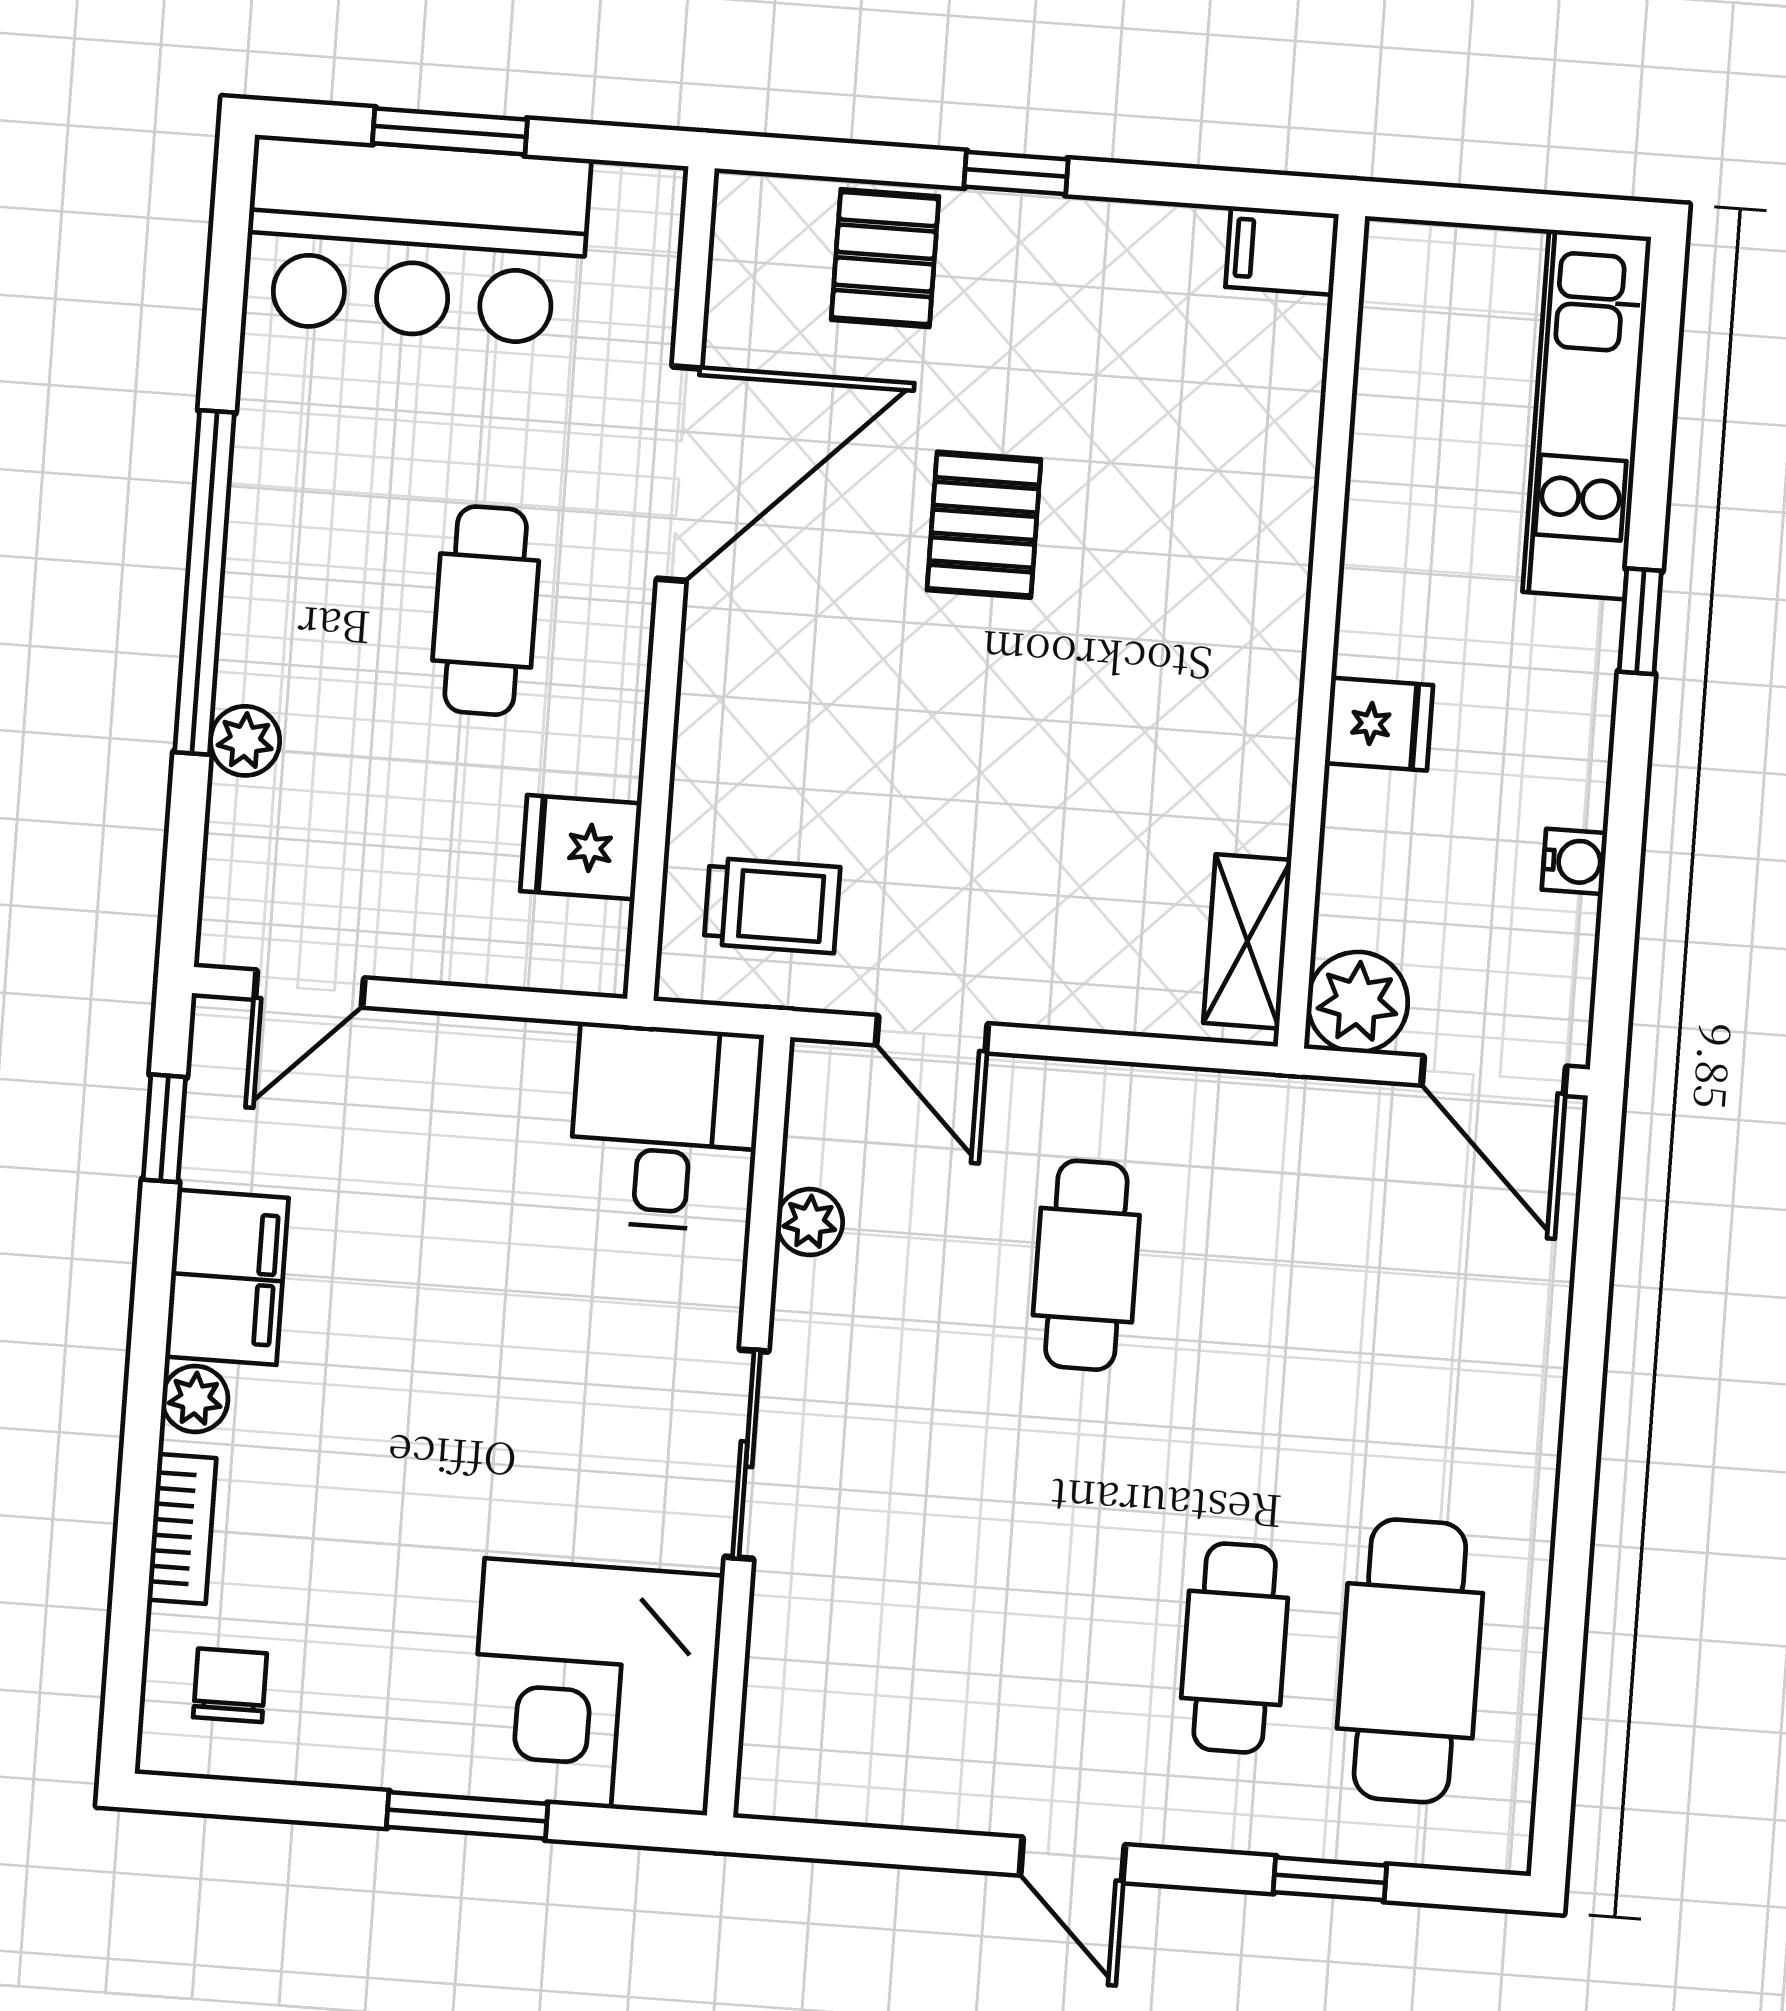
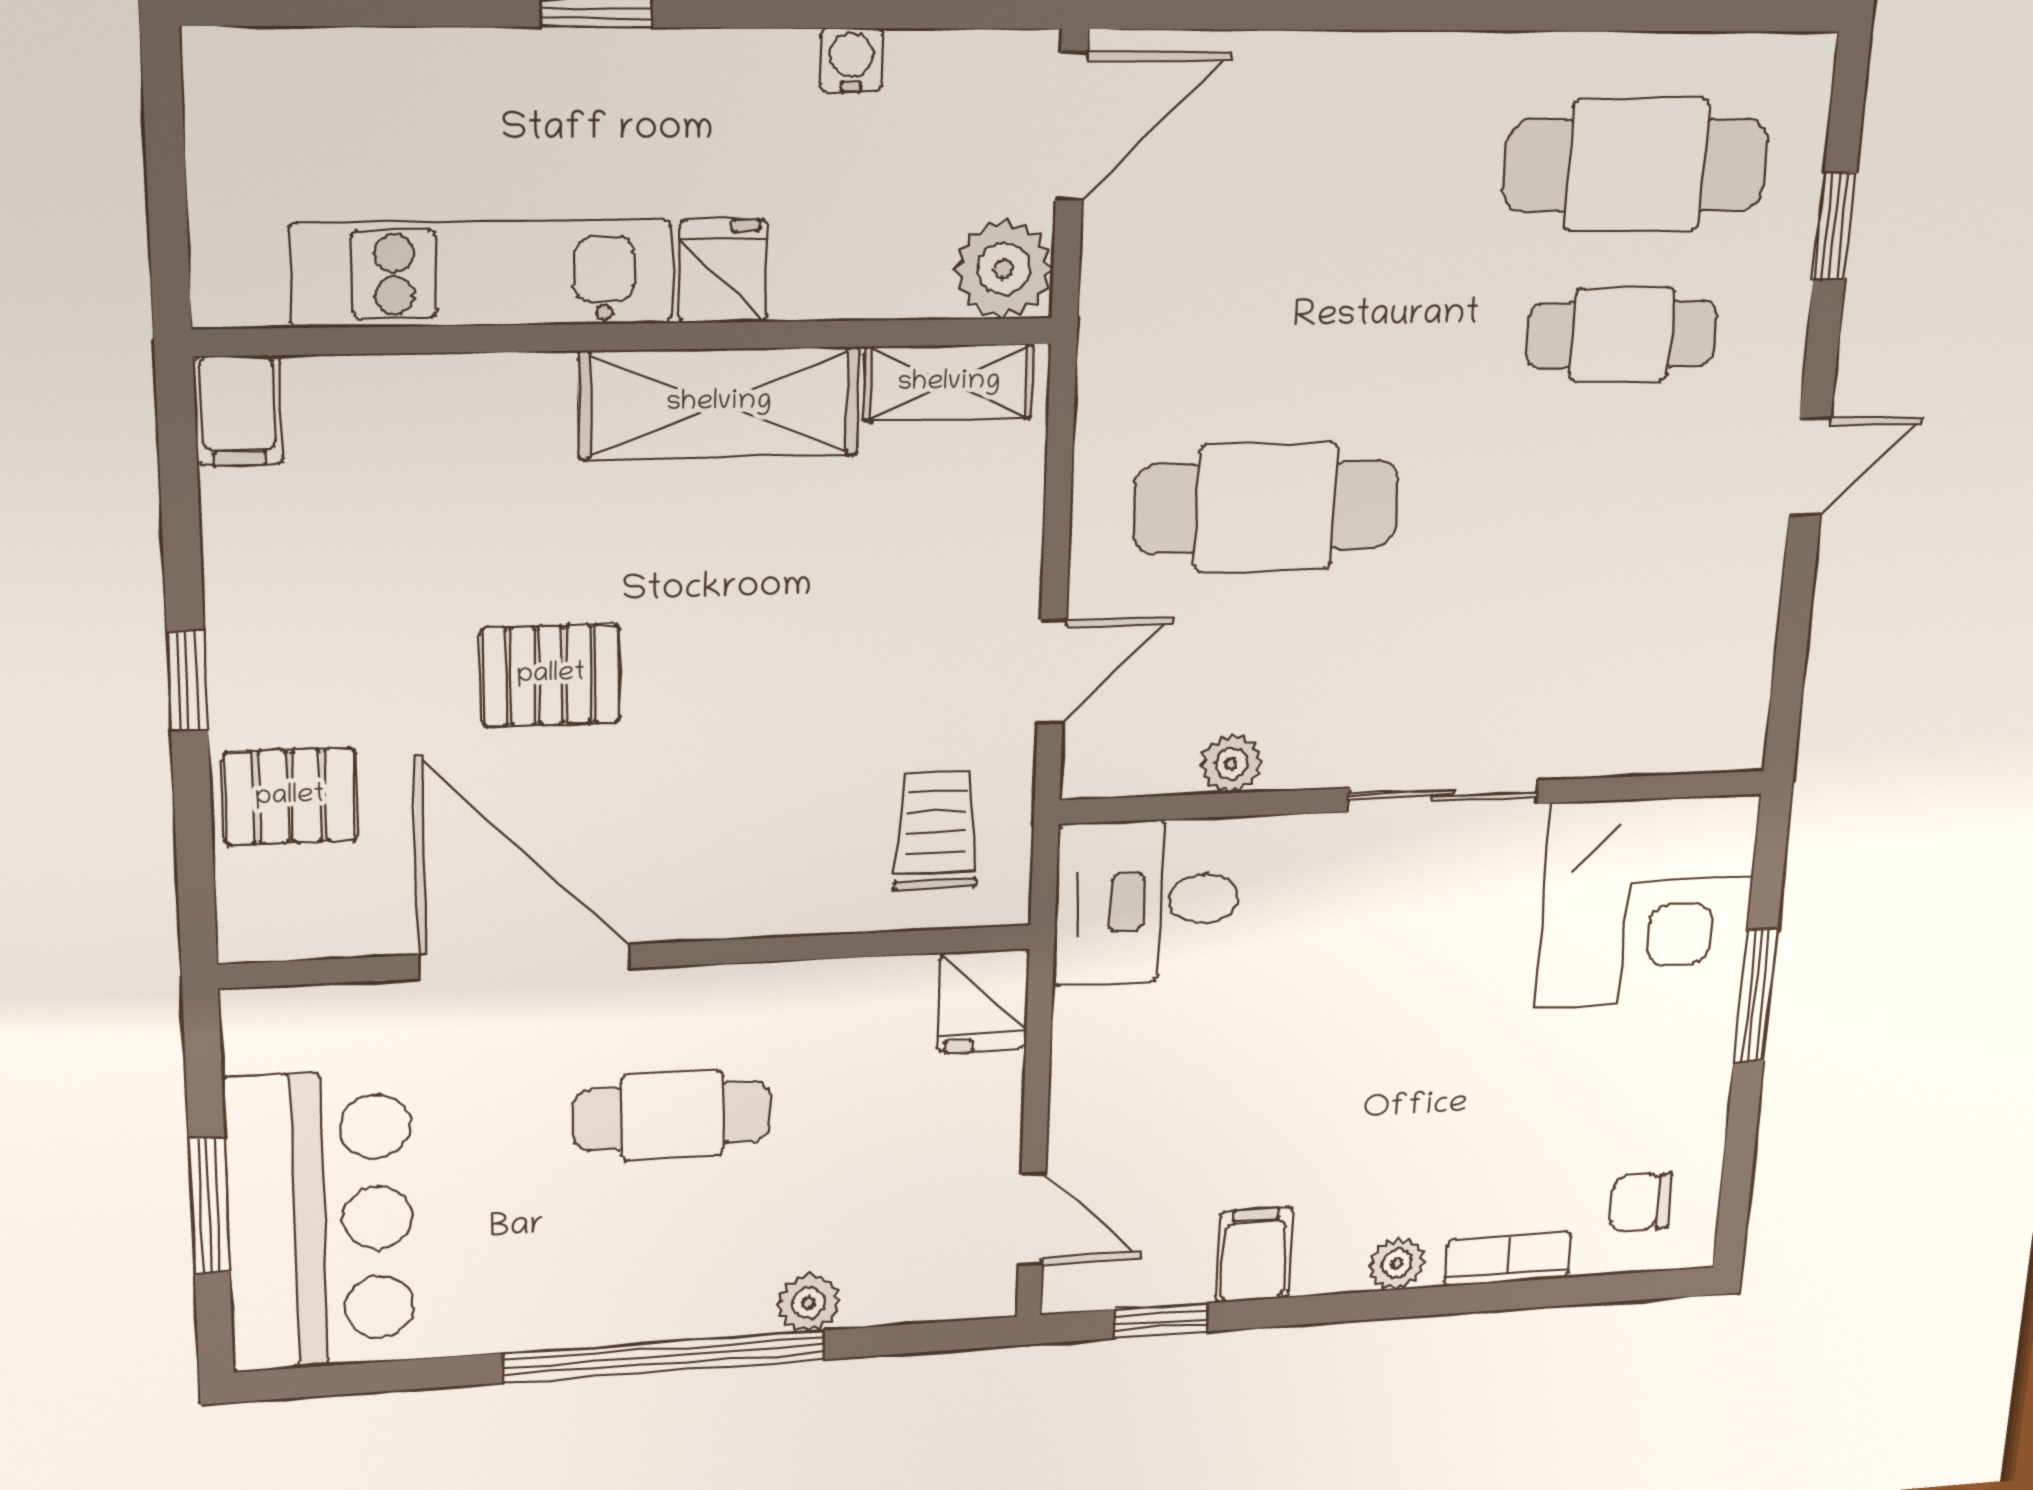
kitchen unit: (1587, 414) -> (483, 273), moved, turned 180
shelving: (1247, 711) -> (719, 403), added
fridge: (581, 847) -> (983, 1001), moved
cafe table: (1086, 1265) -> (1266, 507), width x1.37, depth x1.35
filing cabinet: (227, 1277) -> (1254, 1255), width x0.50

